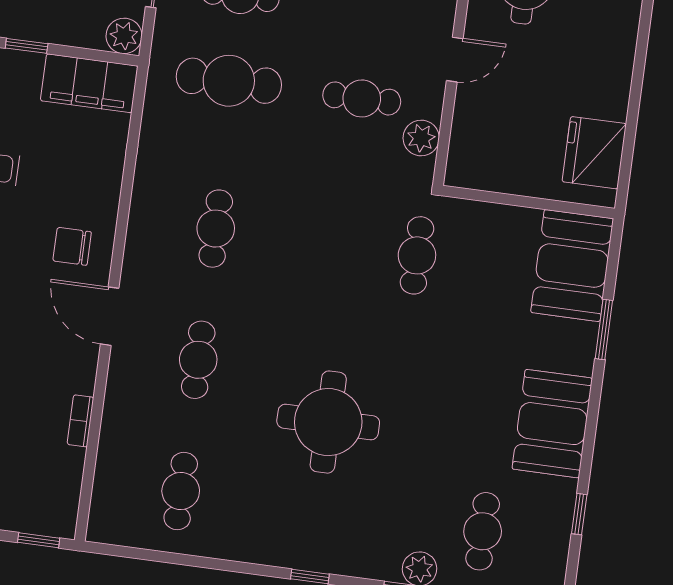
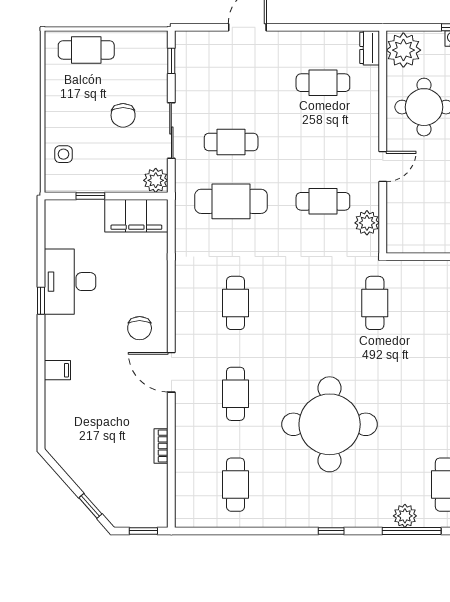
chair: (72, 246) -> (140, 328), turned -90
round table: (328, 422) -> (330, 424), width x1.36, depth x1.36

